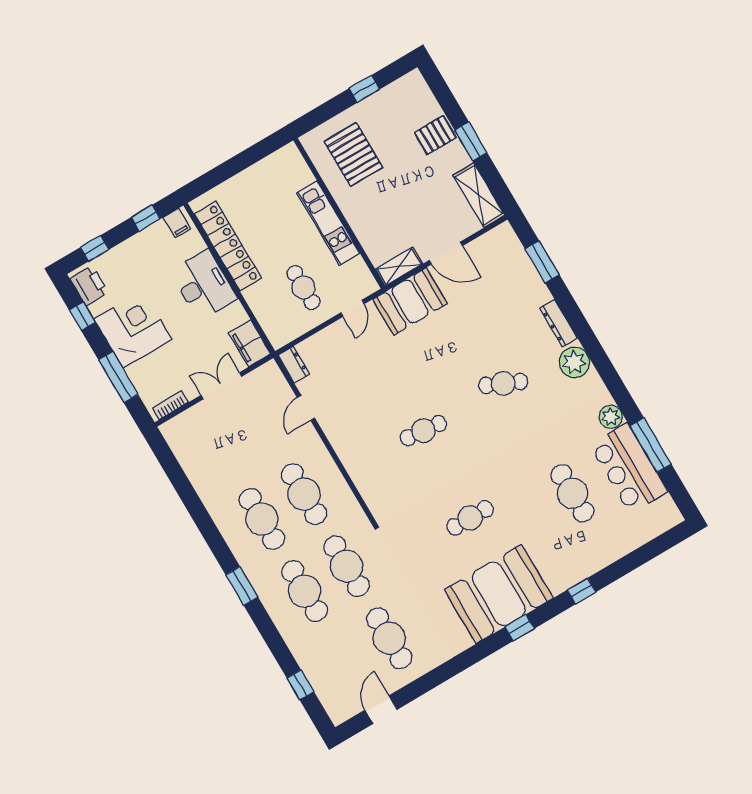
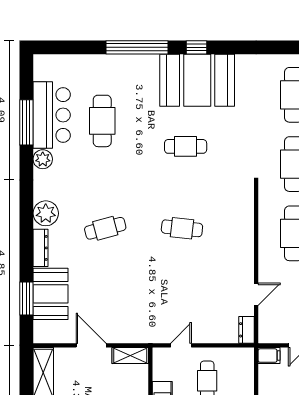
booth: (410, 301) -> (50, 294), moved, turned 90
filing cabinet: (250, 343) -> (269, 356), width x0.50
cafe table: (503, 383) -> (105, 228), turned -39
window: (582, 591) -> (137, 47), width x3.17

